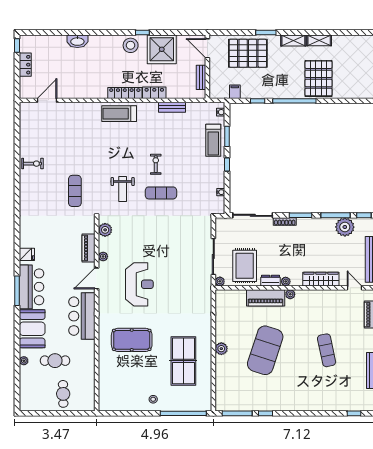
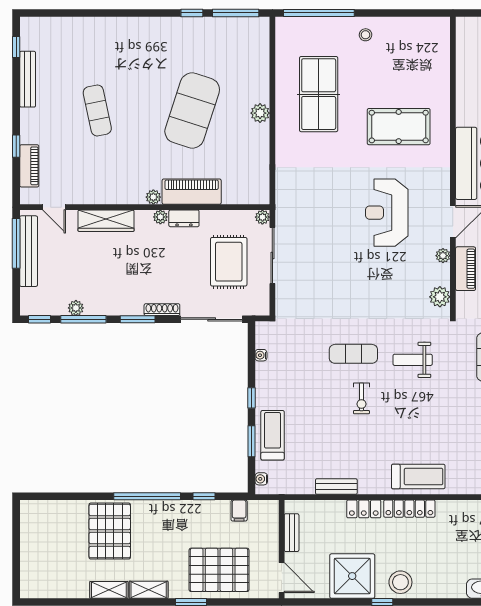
weight bench: (123, 189) -> (413, 360), turned -90
plant: (345, 227) -> (76, 308), width x0.53, depth x0.53
rug: (245, 266) -> (229, 262), moved
window: (354, 413) -> (55, 13), removed

